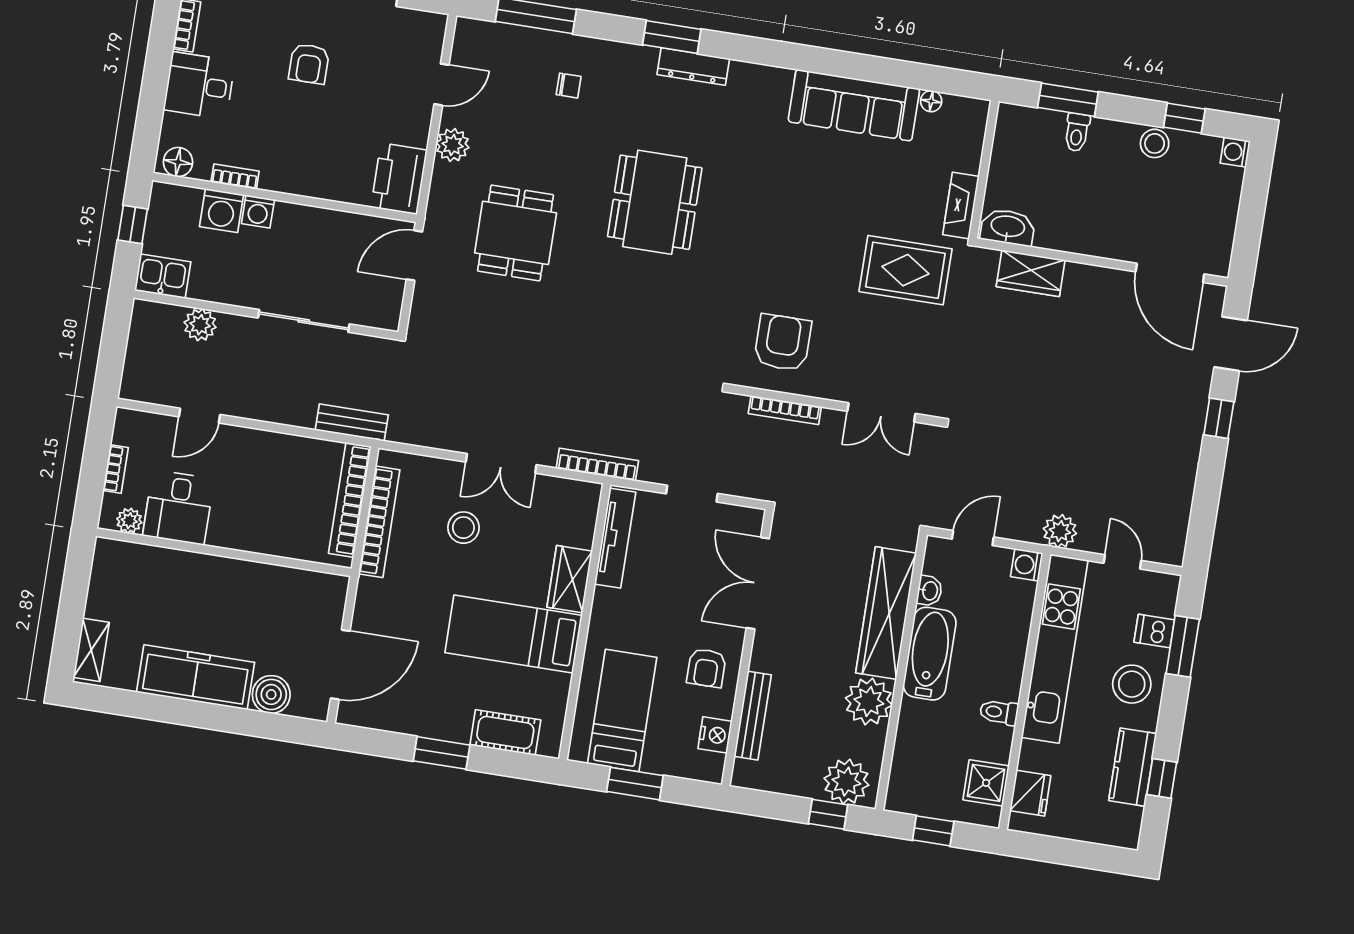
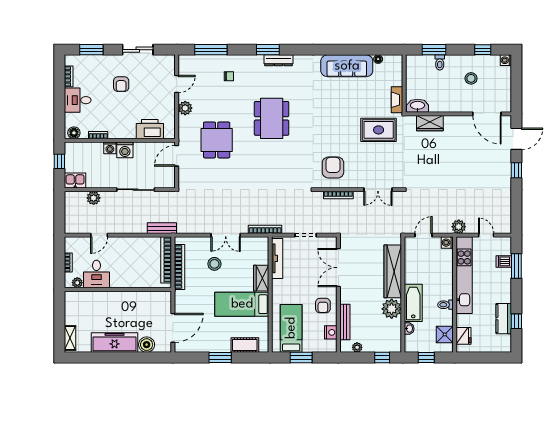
stool: (1155, 143) -> (471, 78), moved
printer: (399, 179) -> (150, 129), moved, turned 90
washing machine: (221, 211) -> (125, 150), moved
washbasin: (929, 591) -> (409, 329), moved
bathtub: (930, 654) -> (413, 303), moved
stool: (1132, 684) -> (498, 285), removed
plant: (846, 782) -> (357, 347), moved, width x0.53, depth x0.53

